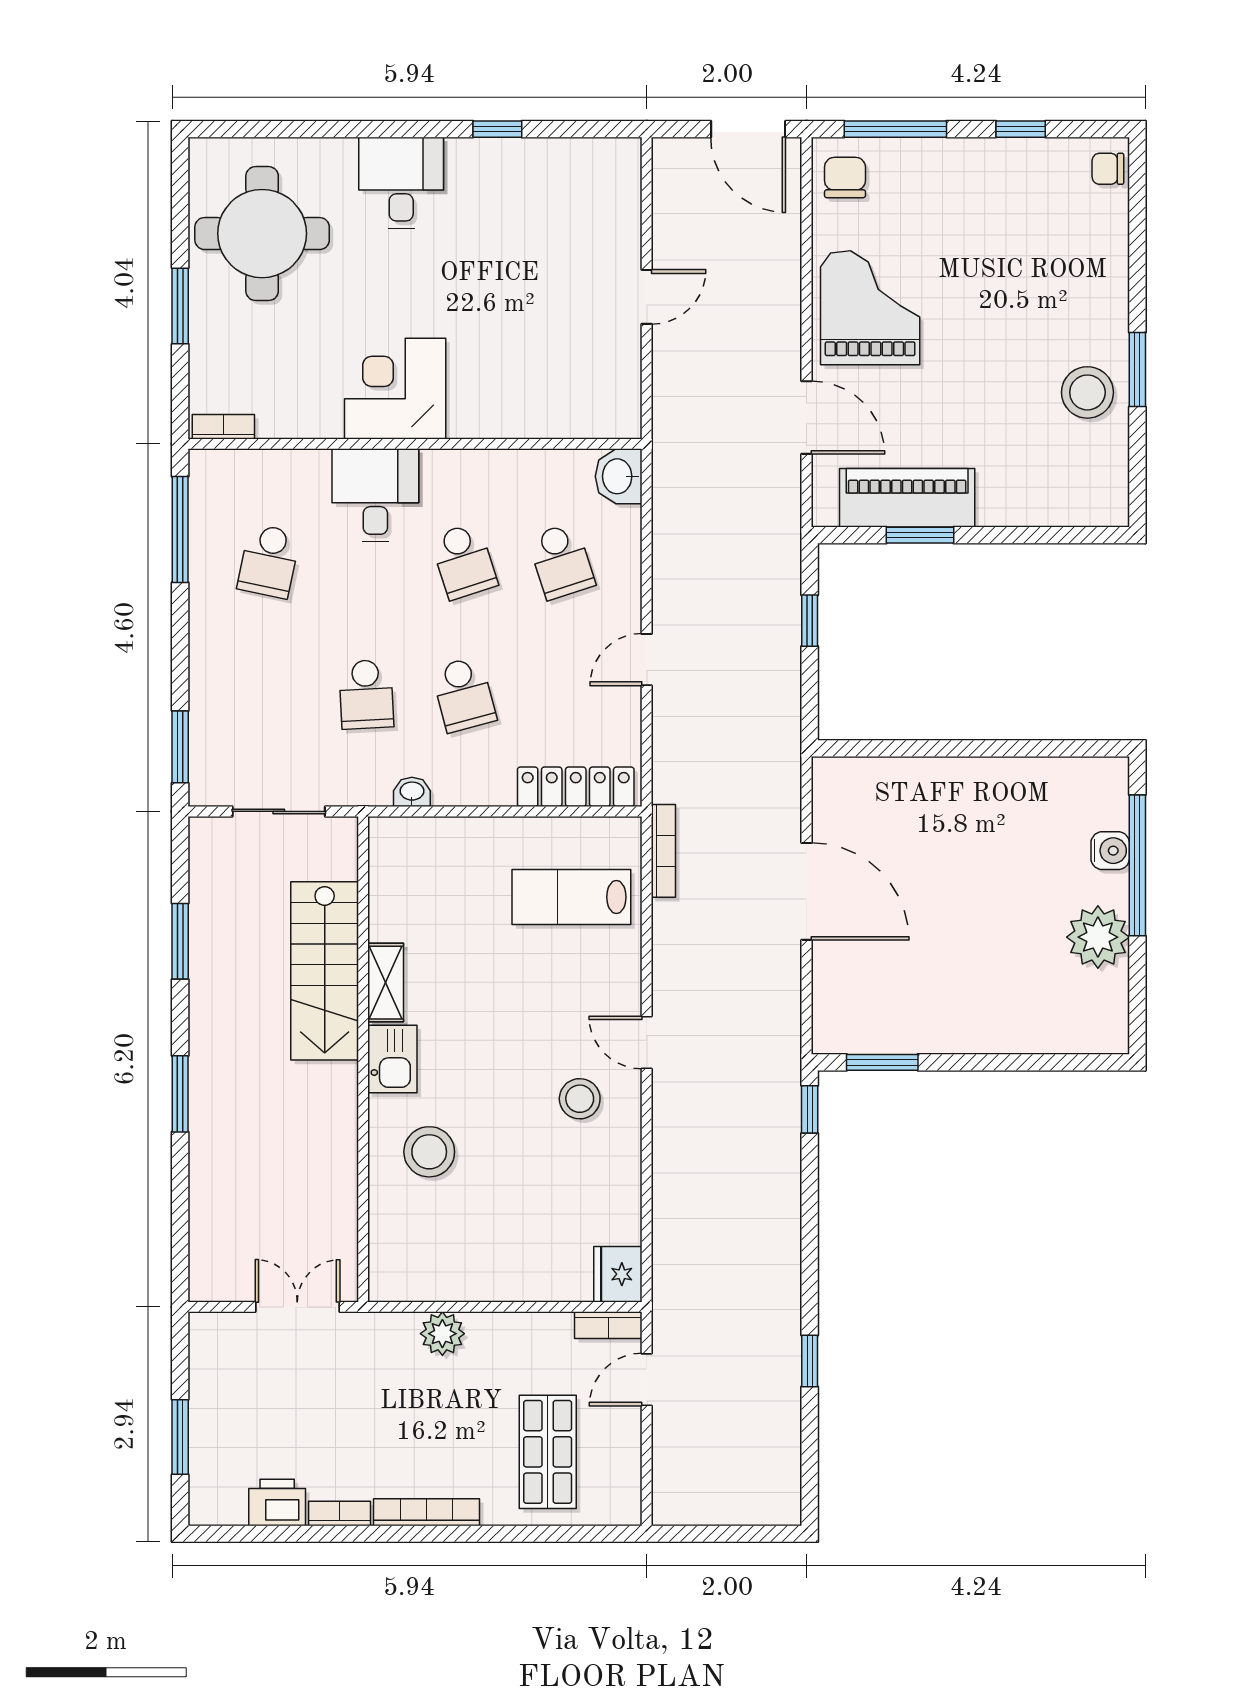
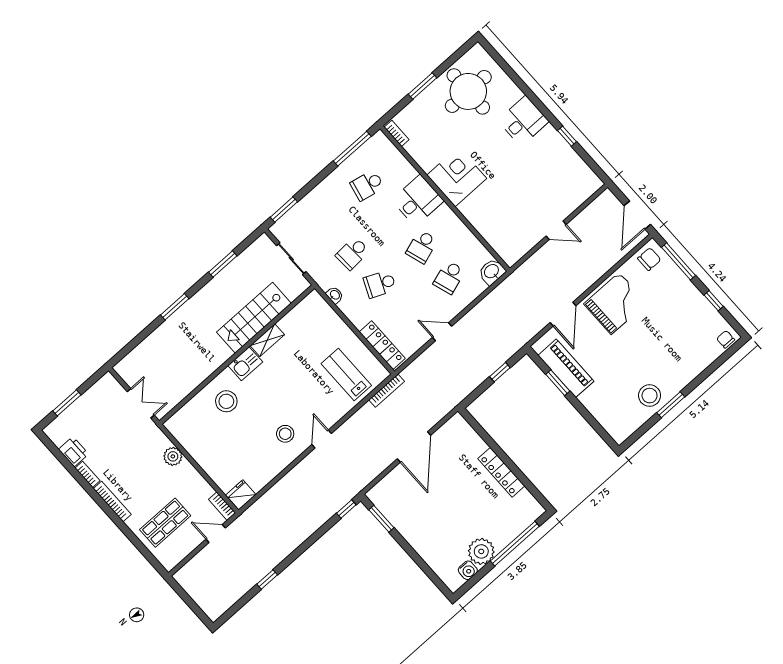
school desk: (464, 694) -> (380, 284), turned 39
locker: (989, 777) -> (501, 472), added
water cooler: (1110, 851) -> (468, 570), moved

